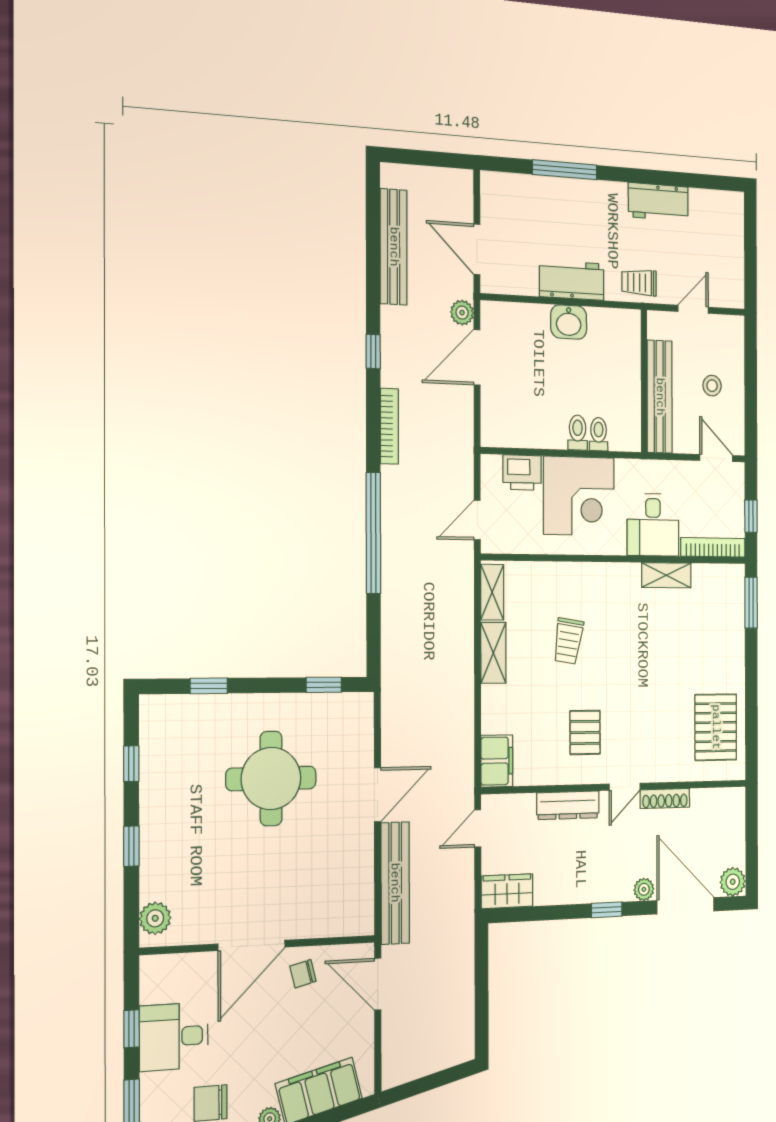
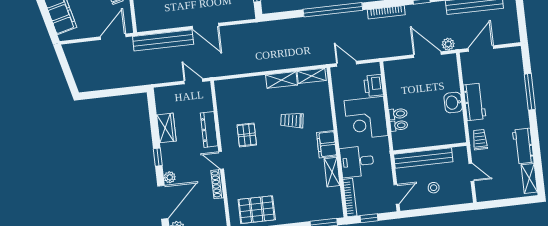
shelving: (715, 202) -> (529, 178), added
pallet: (585, 732) -> (247, 135), turned 90
filing cabinet: (497, 761) -> (327, 144), moved, turned 90
wardrobe: (507, 891) -> (166, 128), moved

